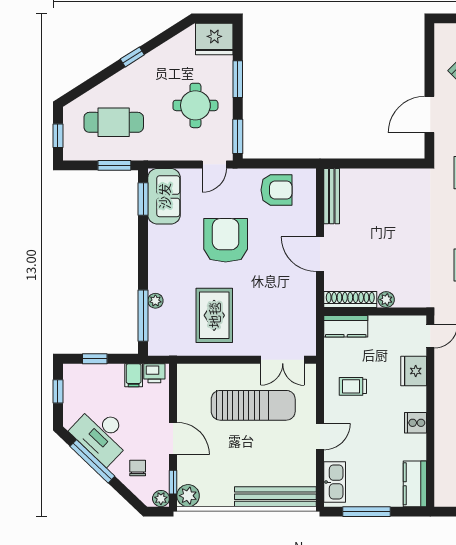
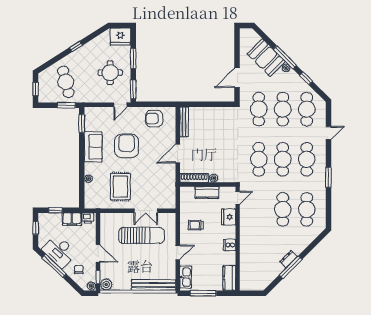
cafe table: (114, 122) -> (66, 82), turned 76
armchair: (276, 190) -> (154, 119), turned 180
sofa: (164, 196) -> (93, 147), moved
door: (320, 254) -> (178, 153), hinge flipped
window: (143, 316) -> (82, 187), removed
kitchen counter: (346, 326) -> (207, 193), moved
double door: (283, 360) -> (146, 211), moved
filing cabinet: (134, 375) -> (72, 219), width x2.00

